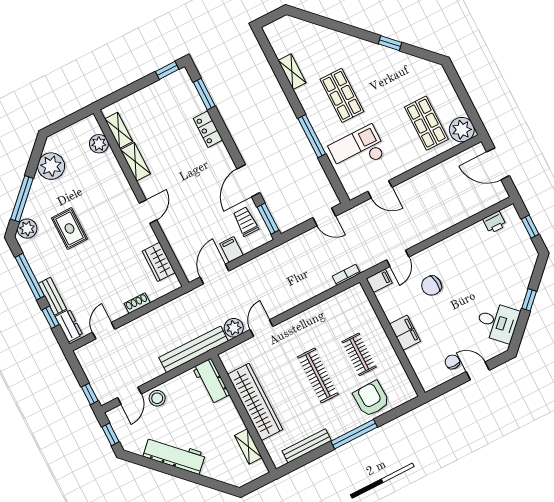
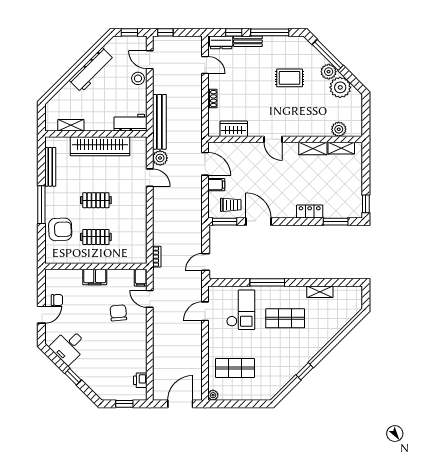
plant: (462, 130) -> (213, 395), width x0.53, depth x0.53
plant: (27, 229) -> (329, 72), moved
clothes rail: (318, 375) -> (96, 200), width x0.73

